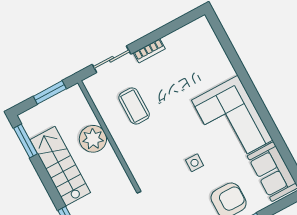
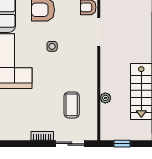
window: (50, 92) -> (122, 144), width x0.67
plant: (93, 139) -> (105, 98), width x0.53, depth x0.53

